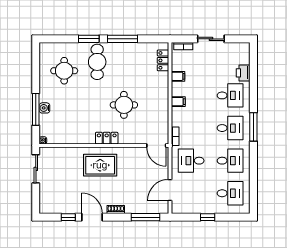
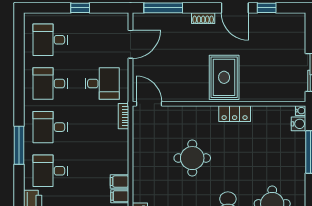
filing cabinet: (178, 102) -> (119, 181), moved
water cooler: (44, 108) -> (298, 124), moved
window: (253, 127) -> (19, 145), moved
locker: (107, 138) -> (235, 114), moved
rug: (100, 165) -> (224, 77), turned 90

